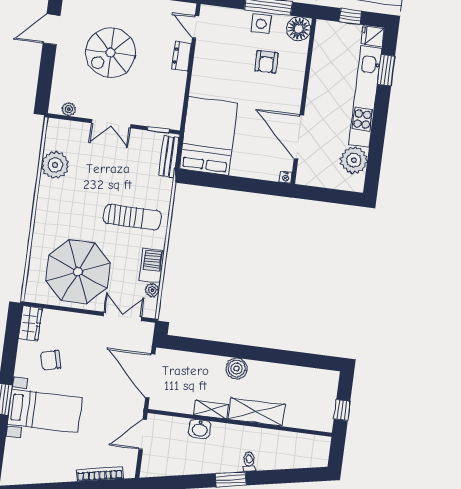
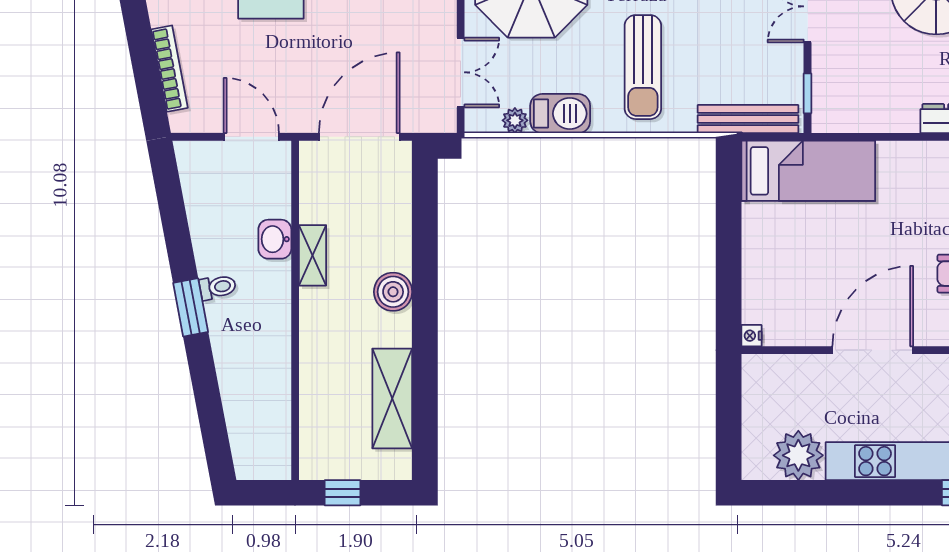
bed: (208, 136) -> (808, 171), width x0.67
door: (299, 137) -> (873, 350), moved
bench: (169, 157) -> (748, 119), width x1.36
shelving: (256, 412) -> (392, 399), moved
toilet: (249, 462) -> (218, 287), moved

